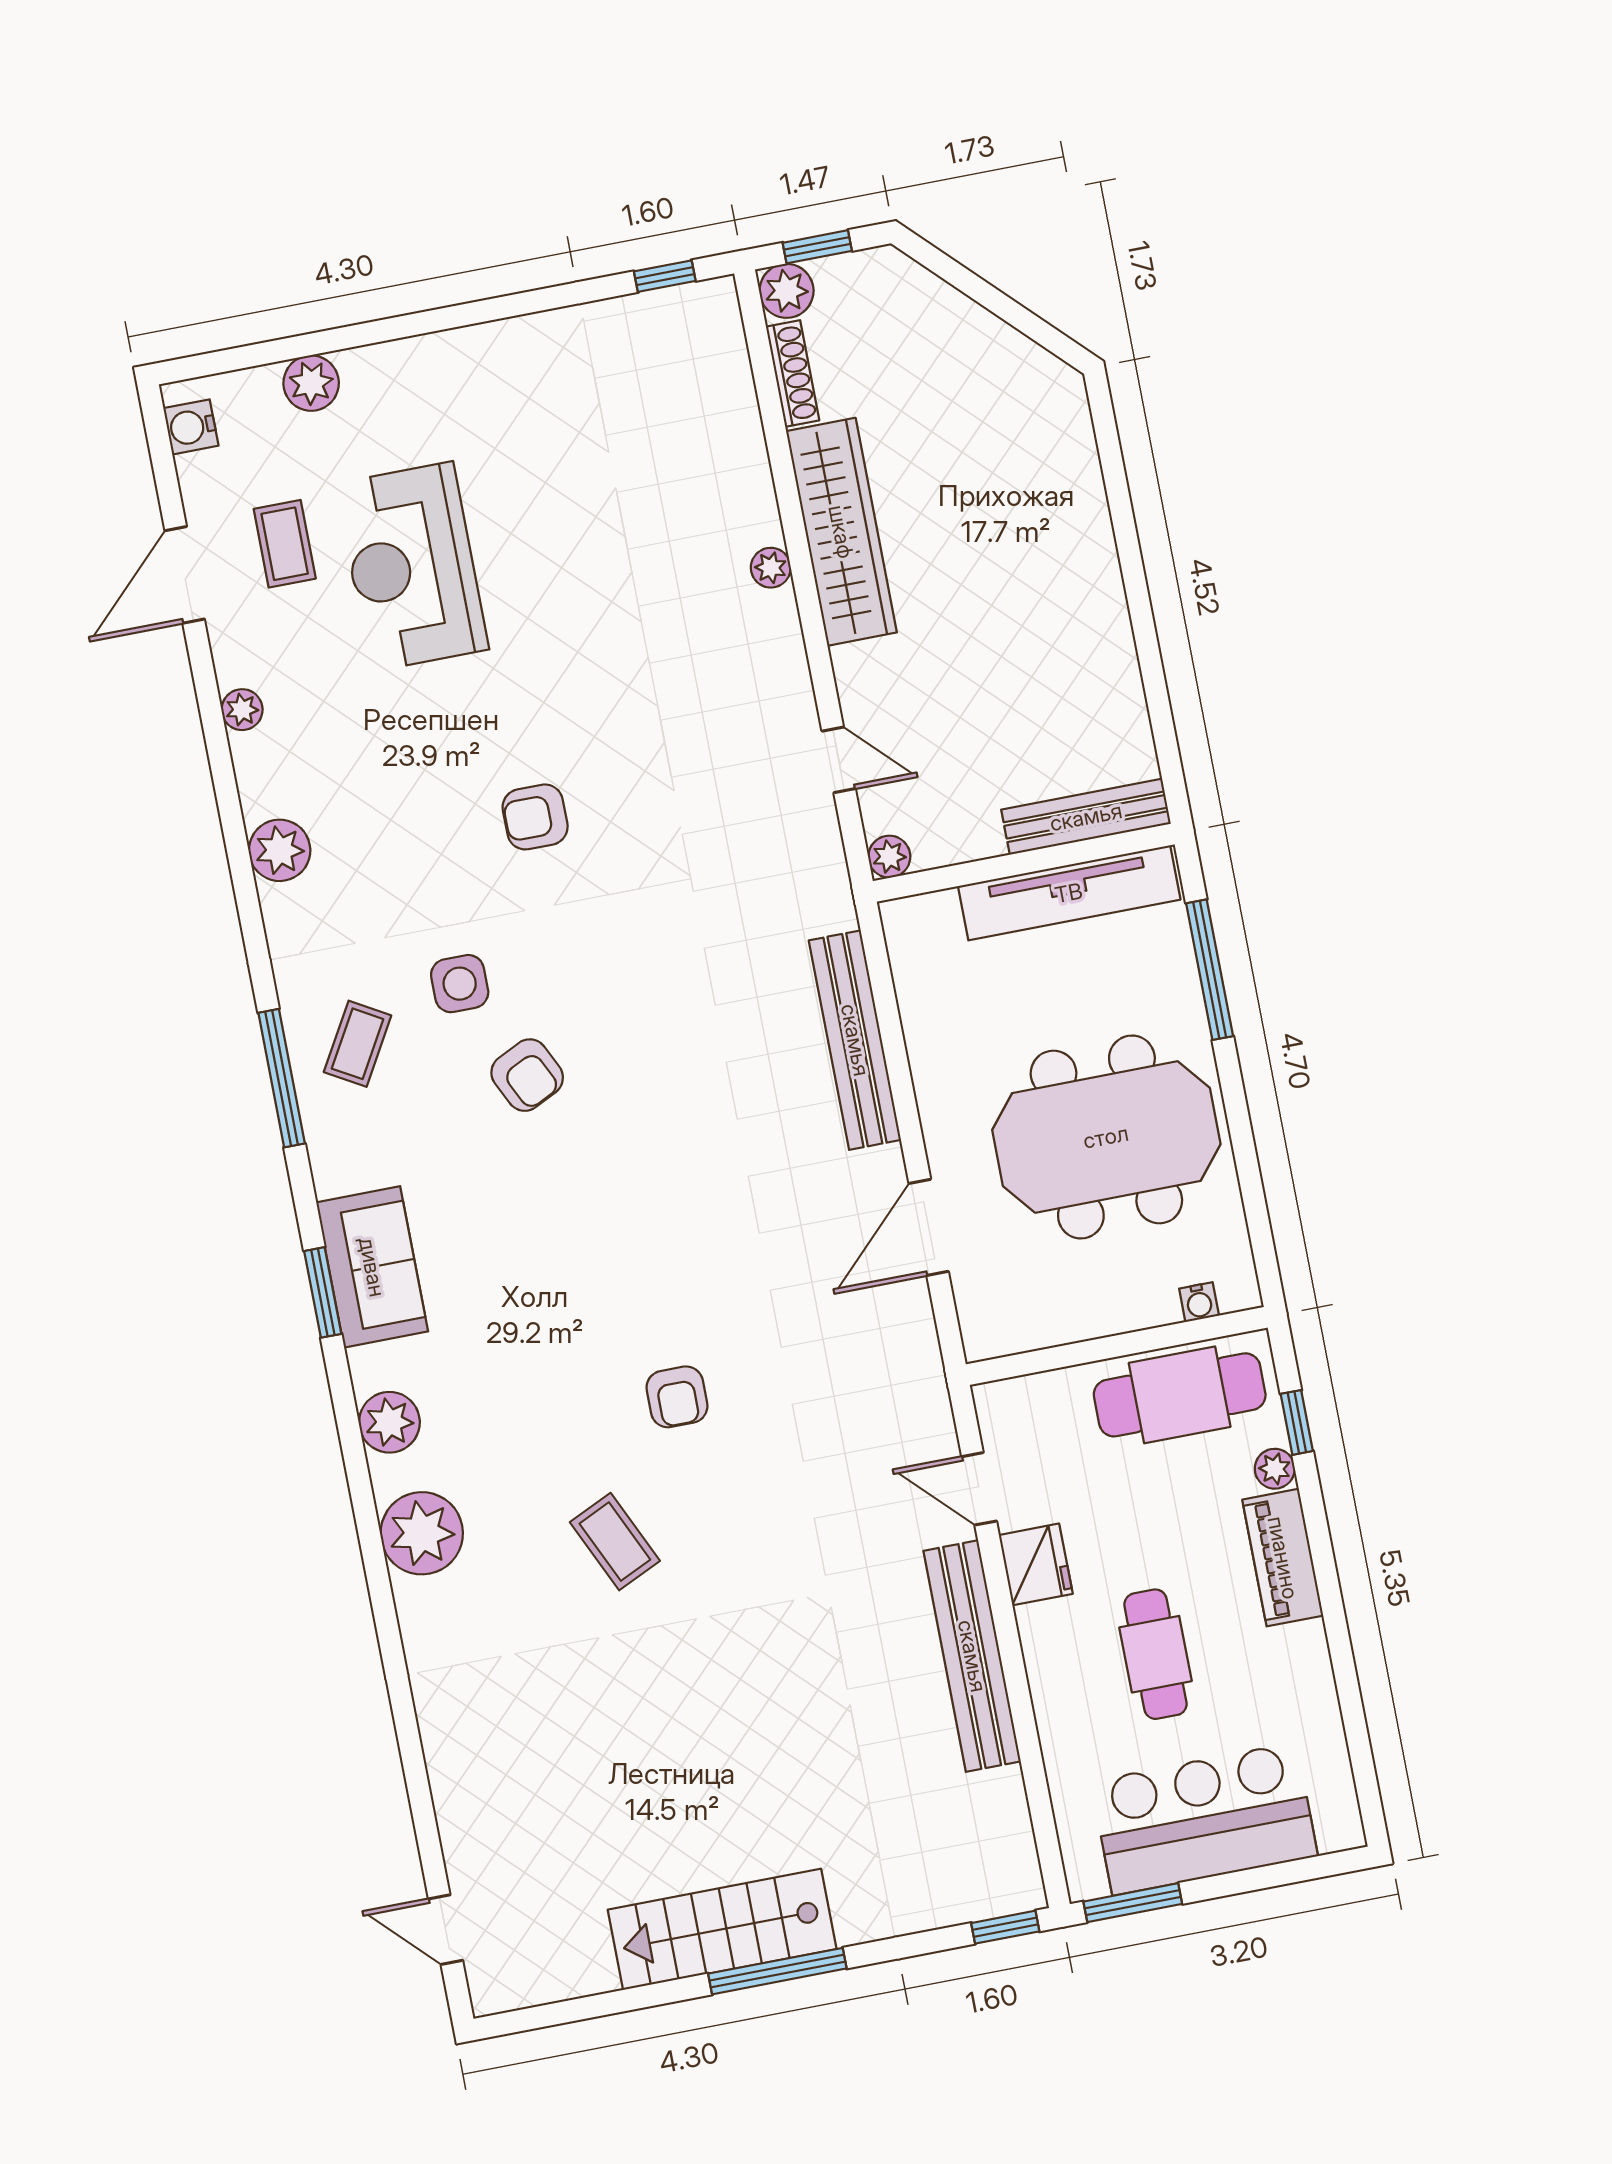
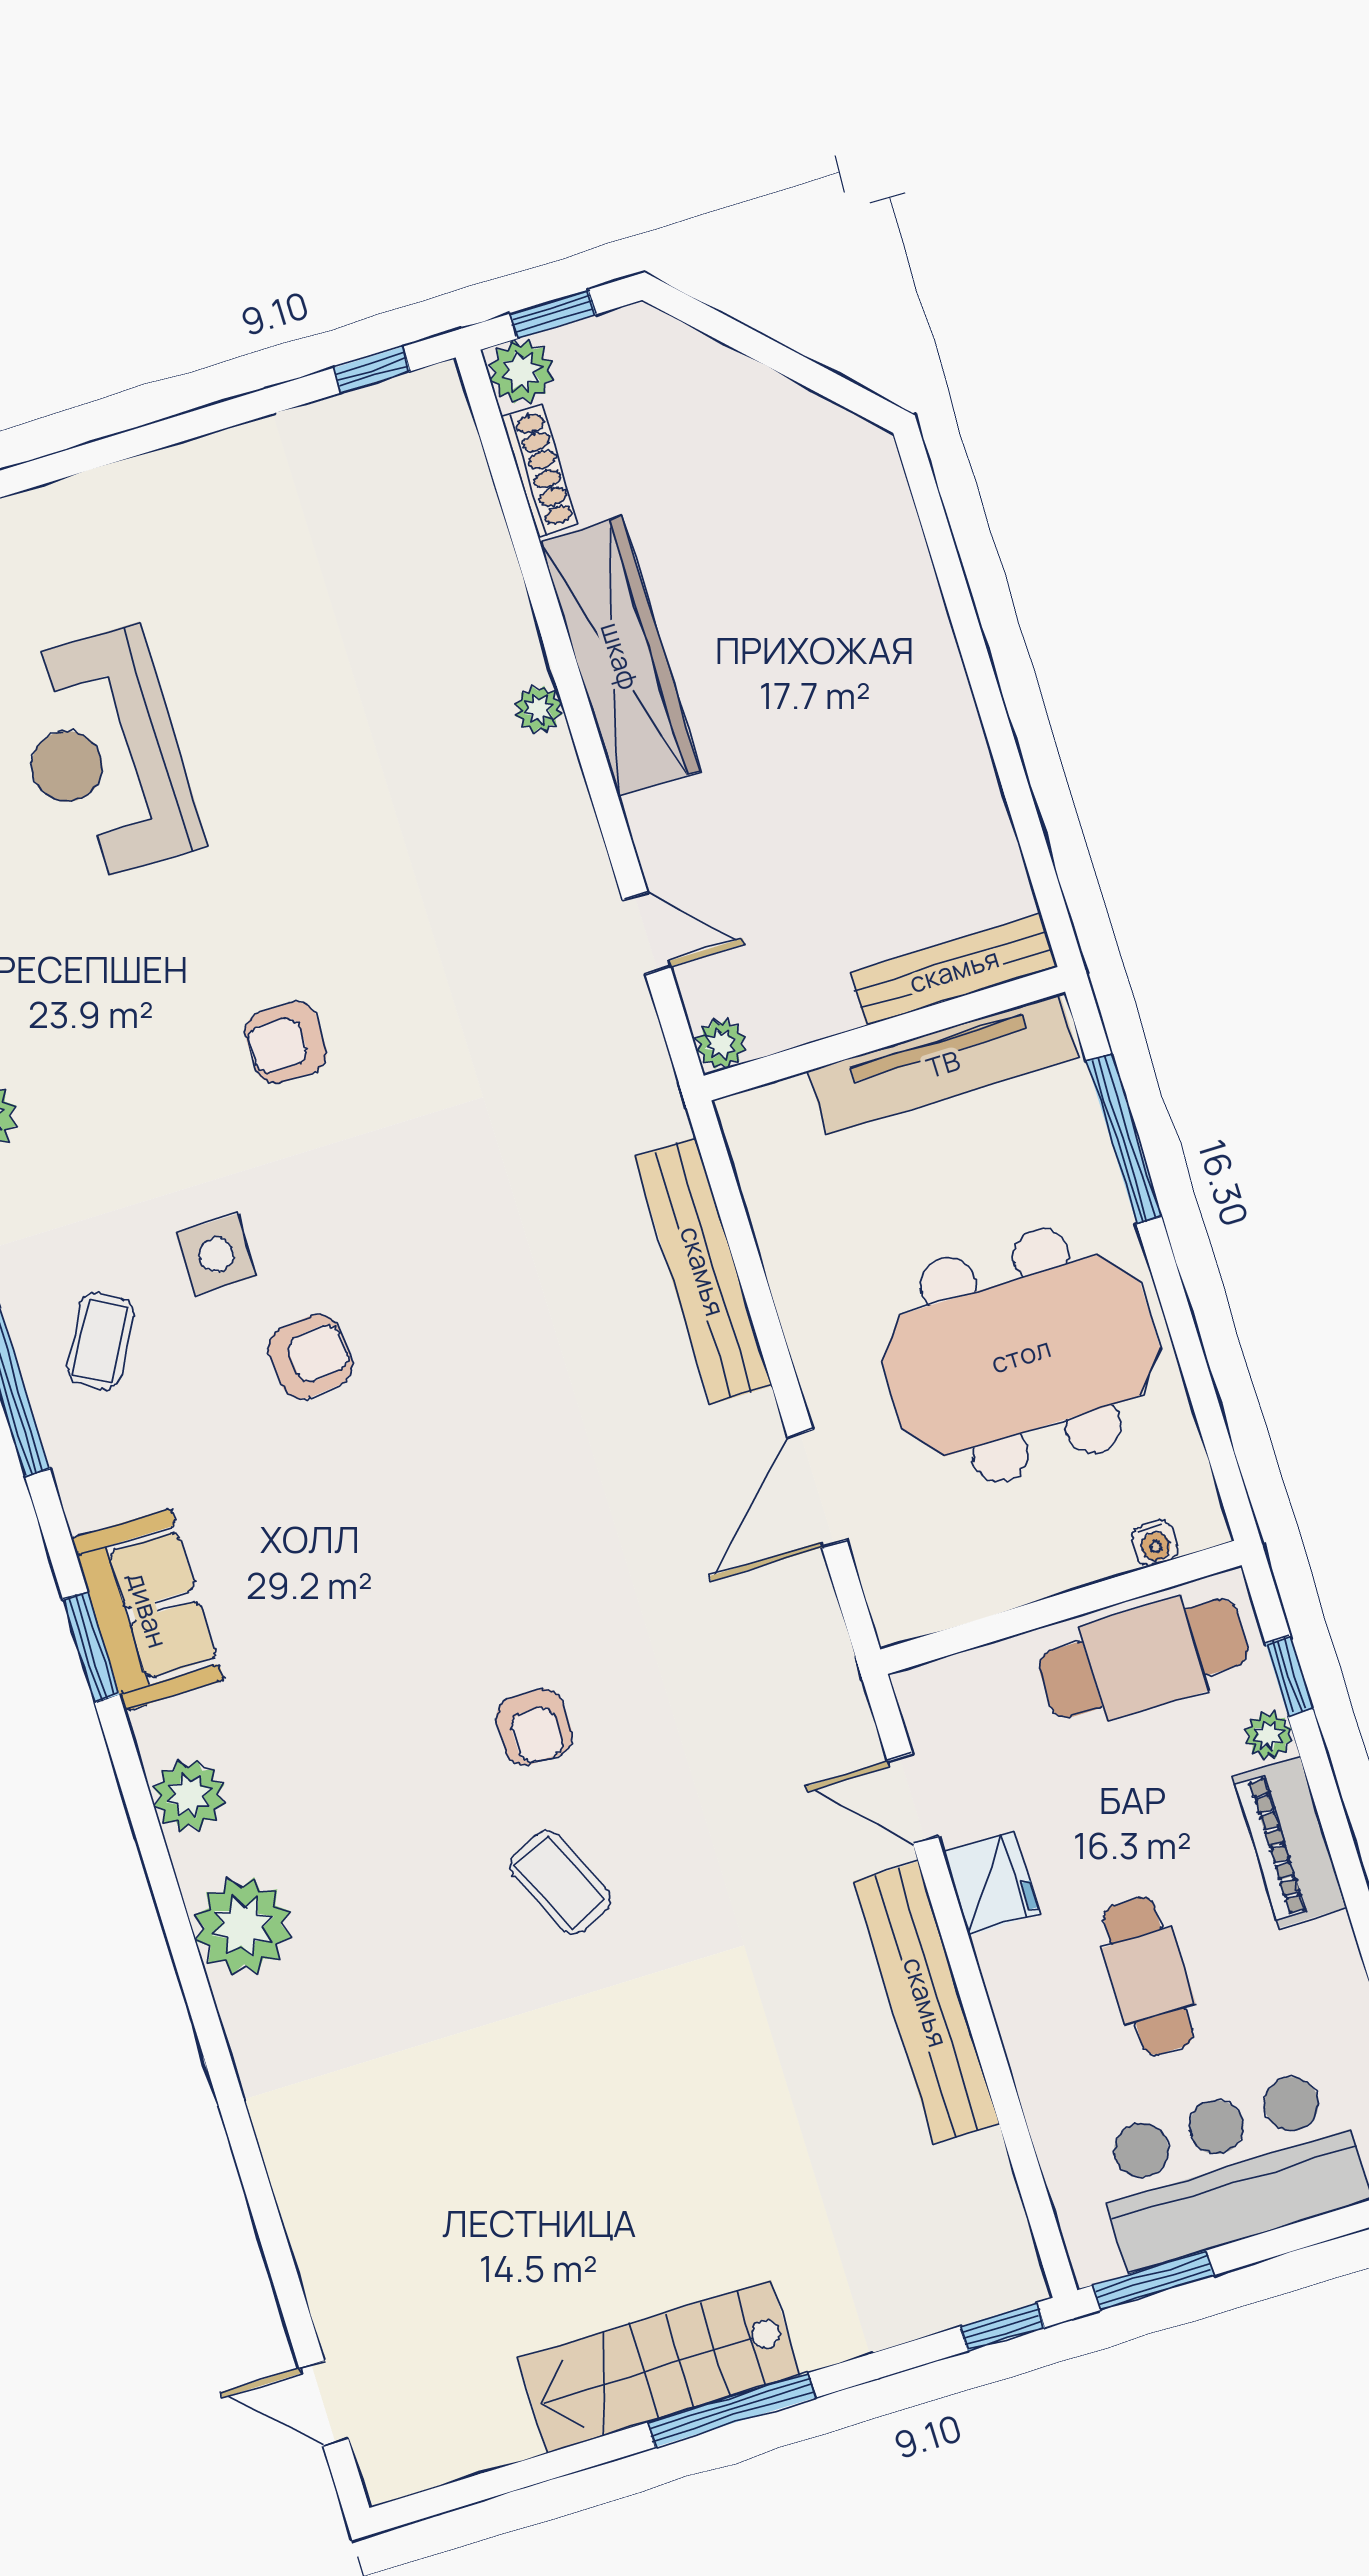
armchair: (527, 1075) -> (310, 1357), turned -70
coffee table: (615, 1542) -> (560, 1882), moved

